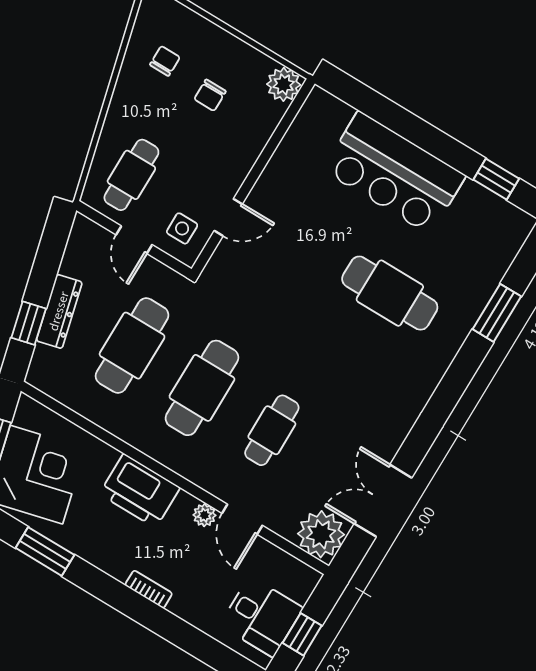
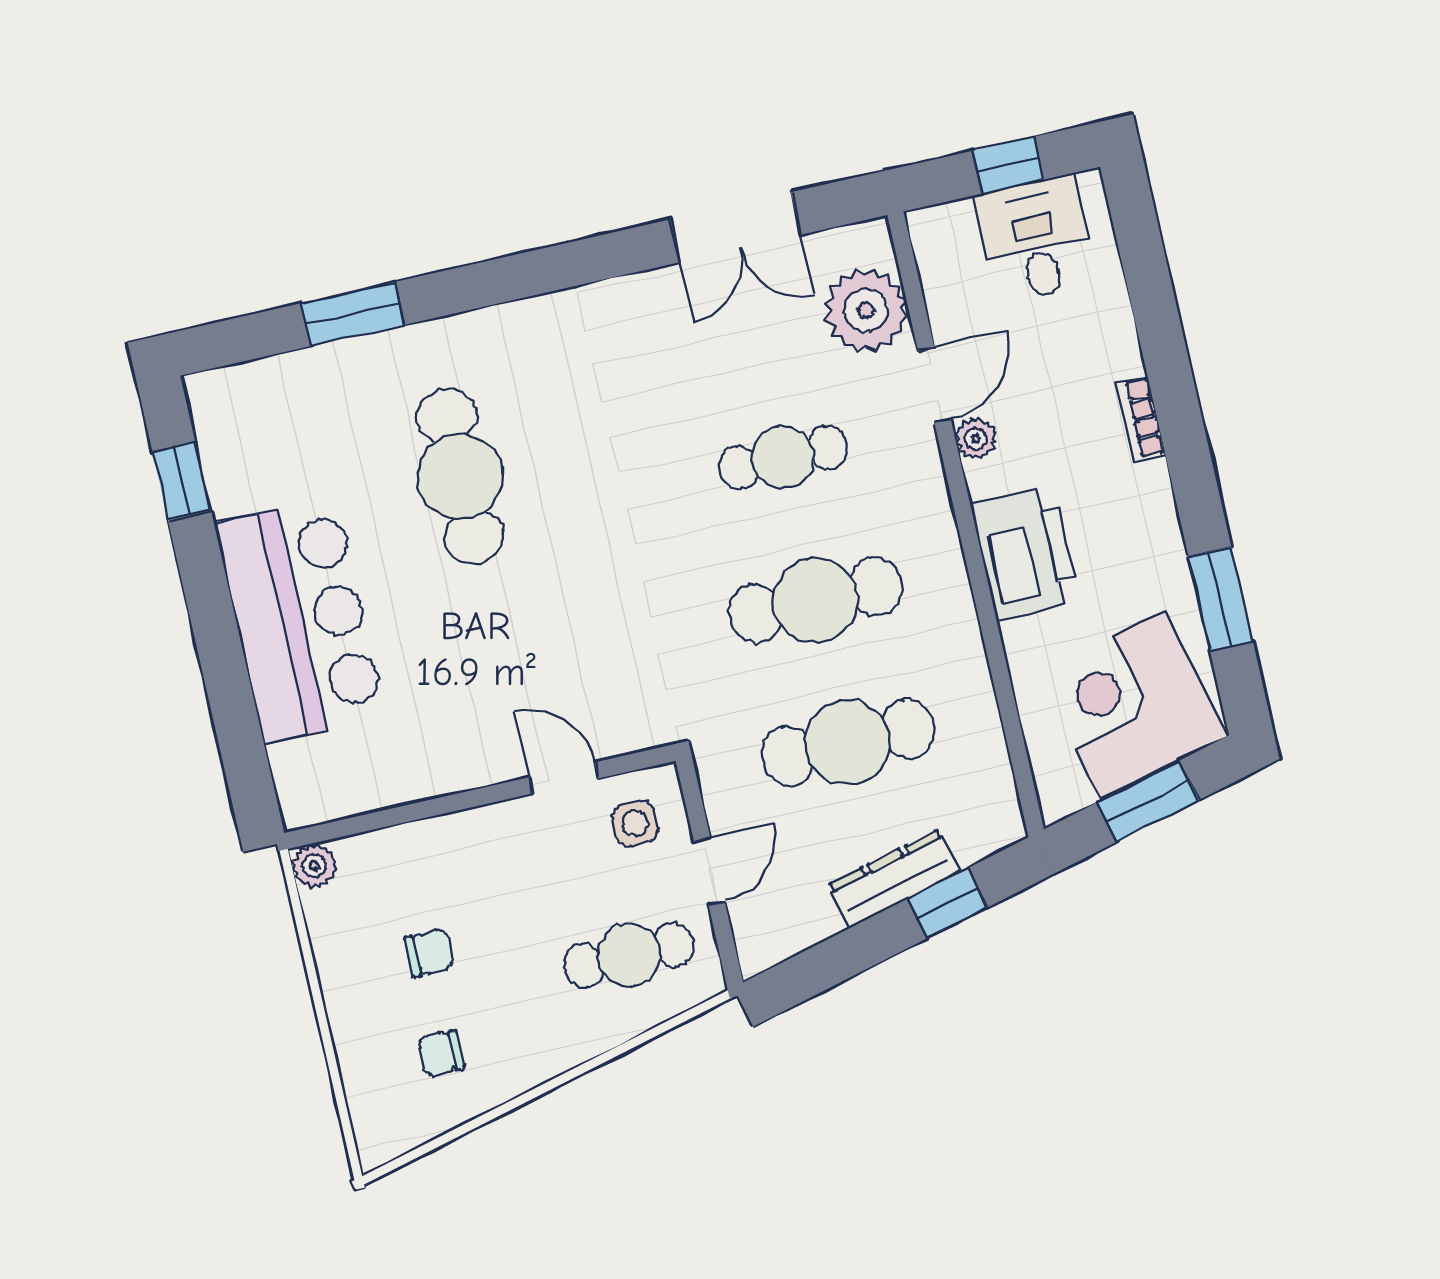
plant: (284, 84) -> (314, 866), width x0.73, depth x0.73
plant: (321, 534) -> (866, 310), moved

